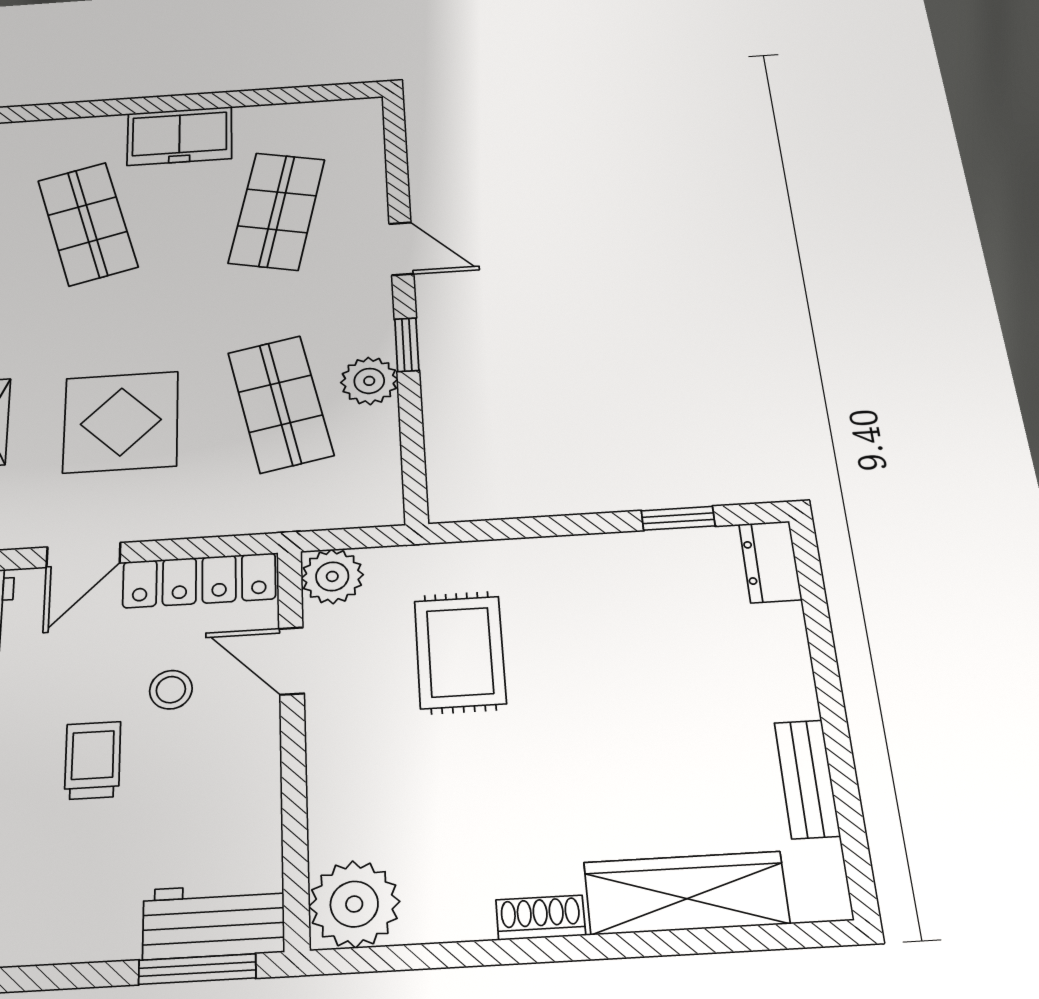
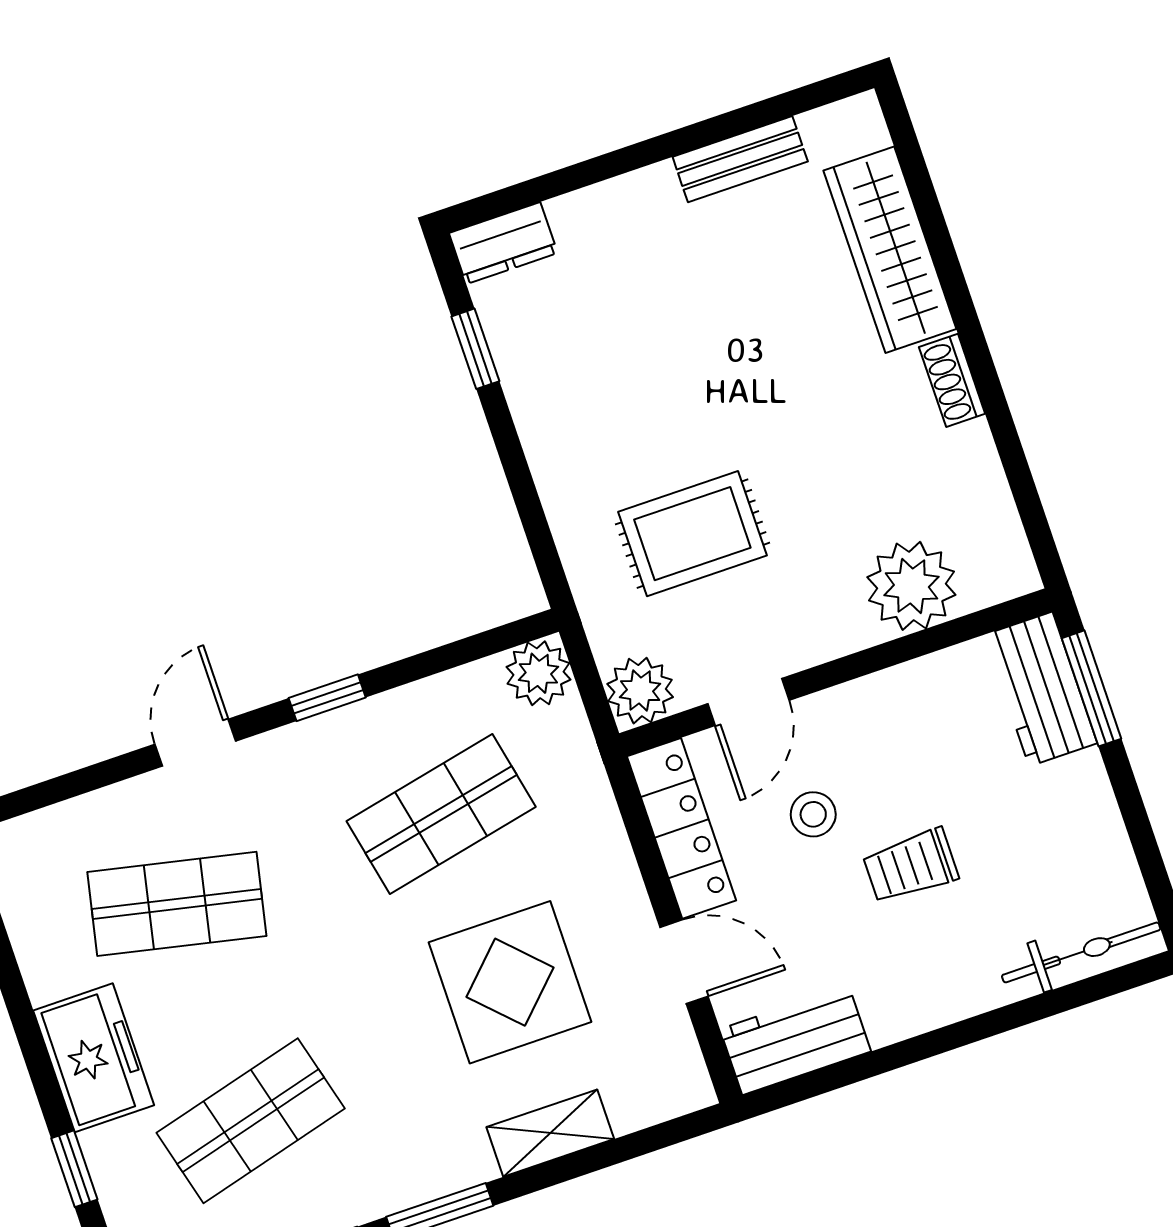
window: (101, 108) -> (74, 1169), added
plant: (369, 381) -> (538, 673), moved
plant: (354, 904) -> (911, 586), moved

